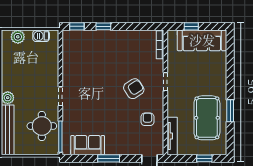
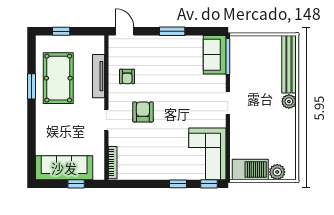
barbecue: (41, 36) -> (250, 169), width x1.88, depth x1.53
corner sofa: (78, 52) -> (207, 154), added
armchair: (134, 89) -> (143, 112), turned 123
round table: (42, 126) -> (249, 69), removed
tv unit: (172, 136) -> (98, 76), moved
sofa: (88, 145) -> (215, 55), moved, turned 90

